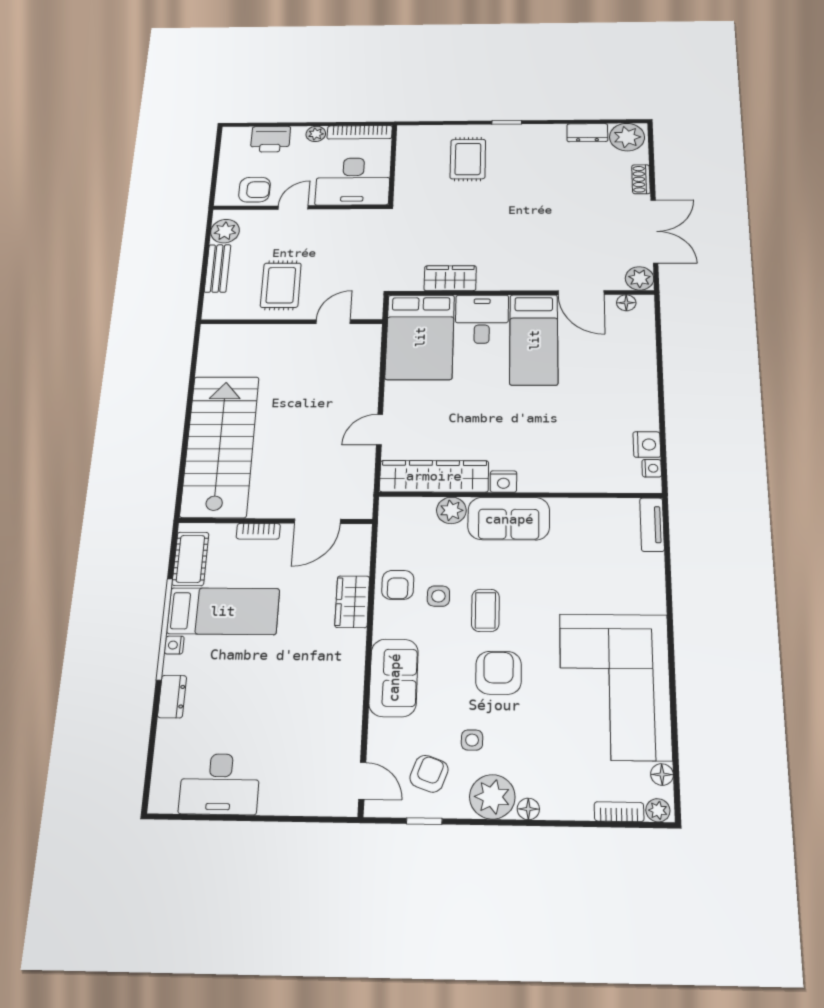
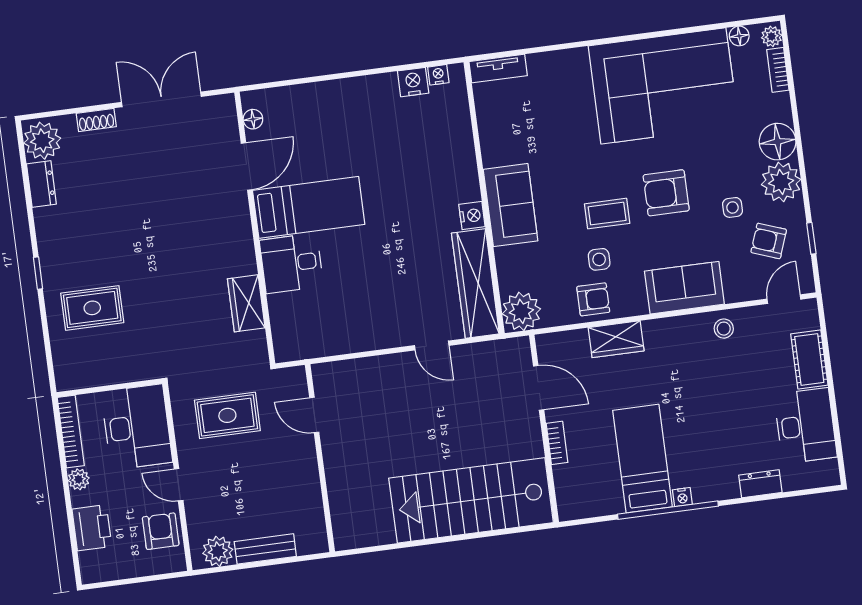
plant: (640, 278) -> (222, 109), removed
rug: (281, 285) -> (227, 415), moved
bed: (420, 337) -> (321, 323), removed
plant: (451, 510) -> (521, 311), moved, width x1.36, depth x1.36
cot: (190, 559) -> (809, 359), moved, turned 90
dresser: (172, 697) -> (760, 484), moved
stool: (342, 712) -> (724, 329), added
floor lamp: (528, 809) -> (778, 142), width x1.89, depth x1.89

